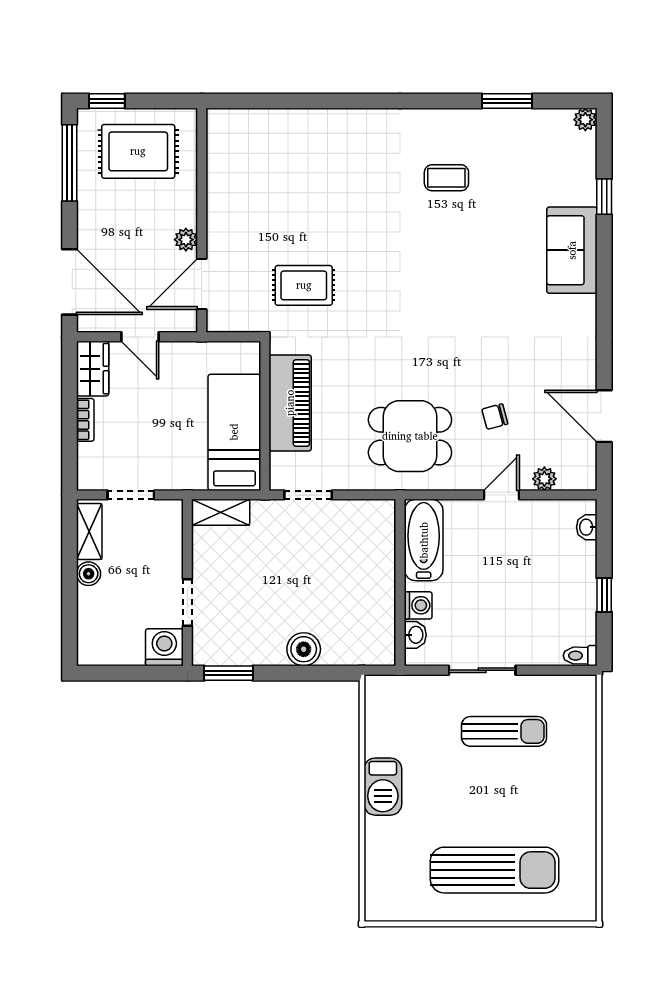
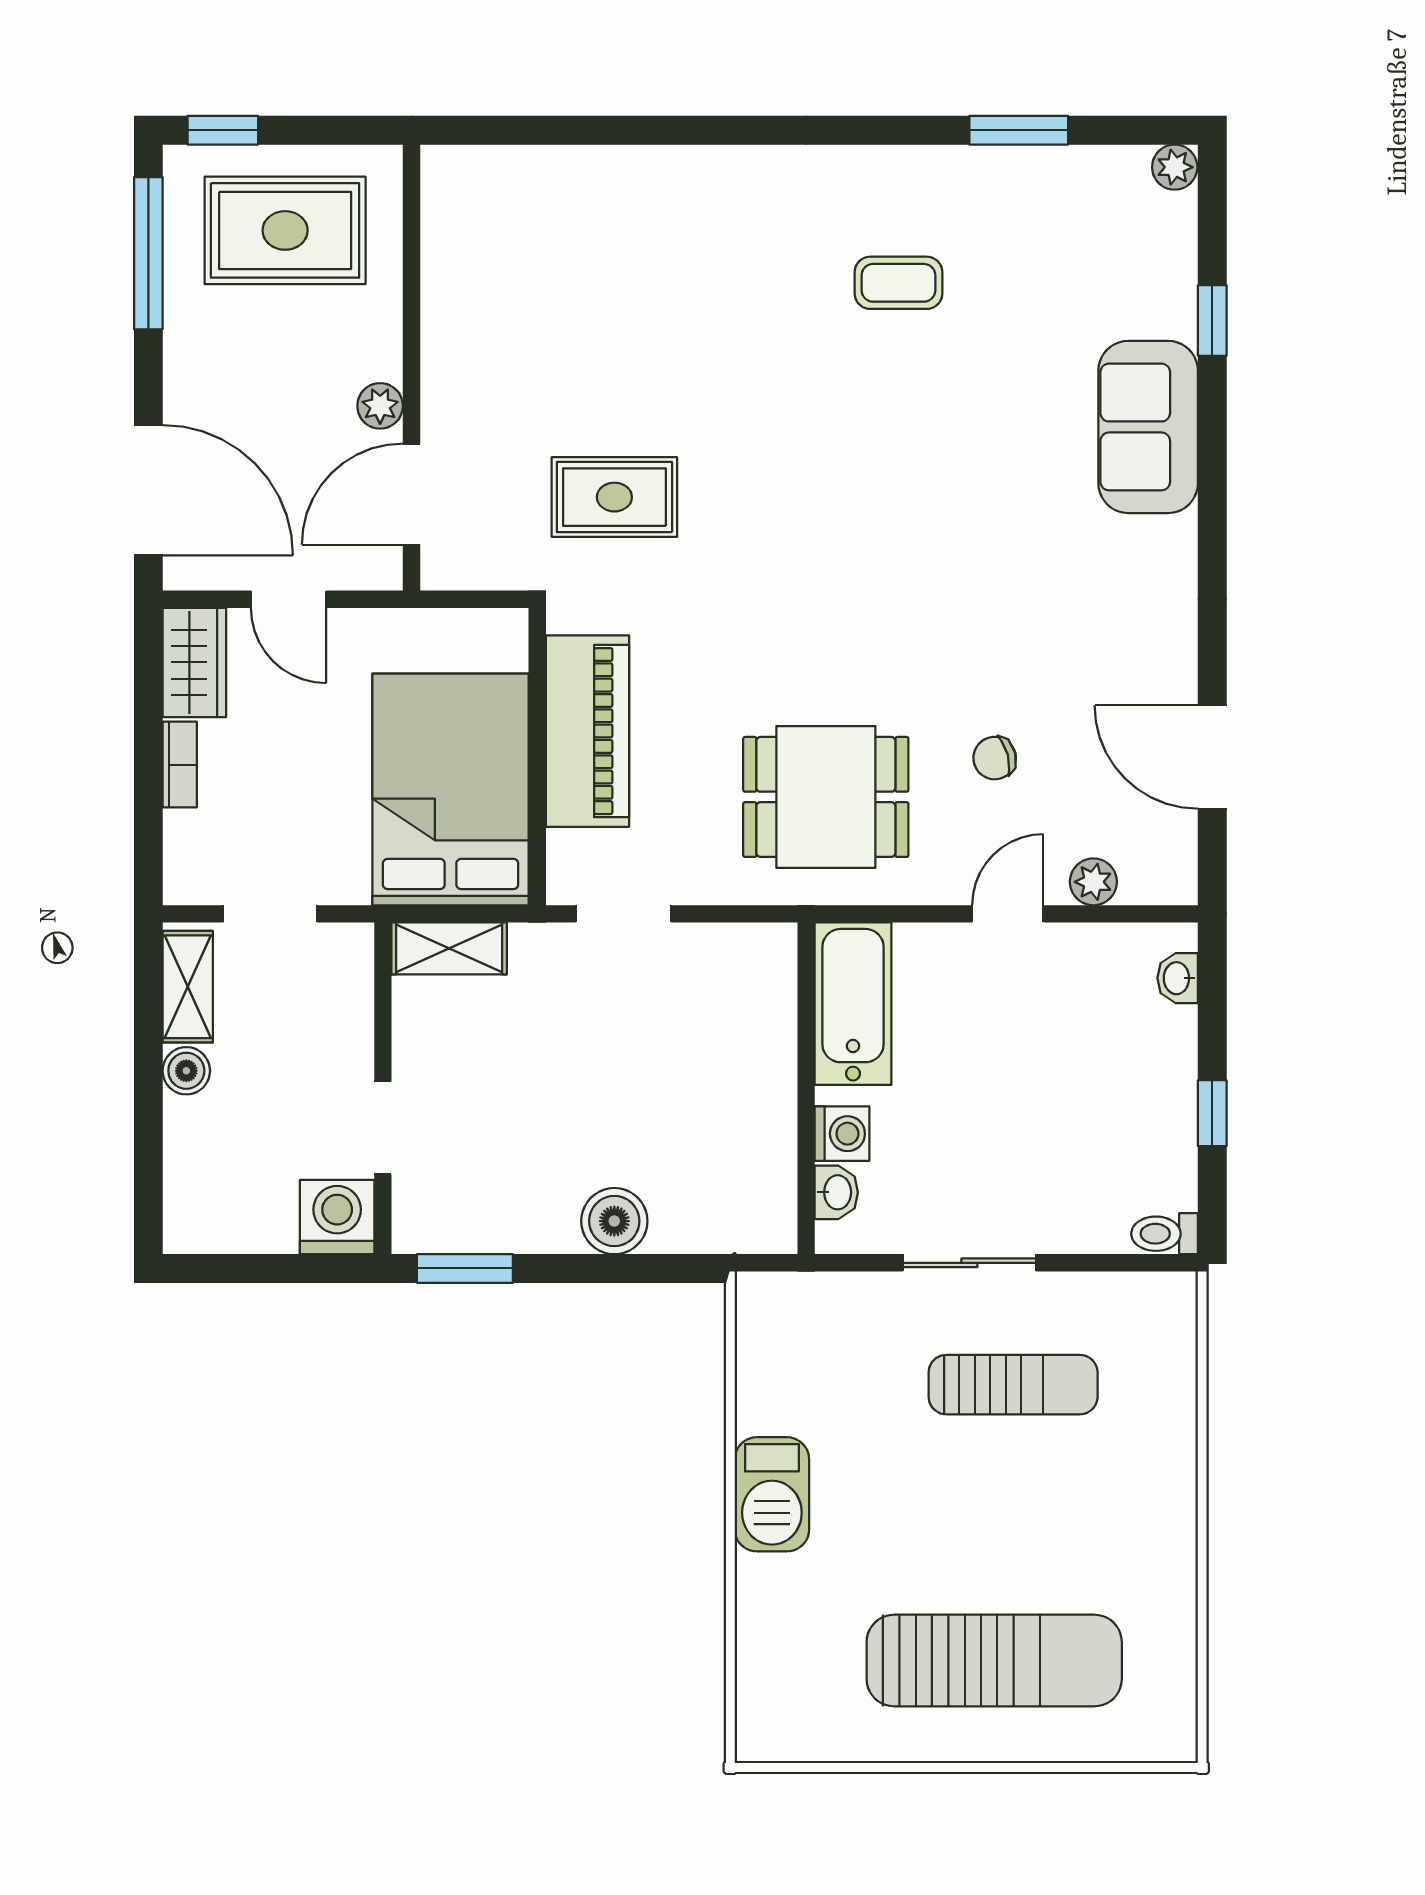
bed: (234, 432) -> (451, 789), width x1.50

